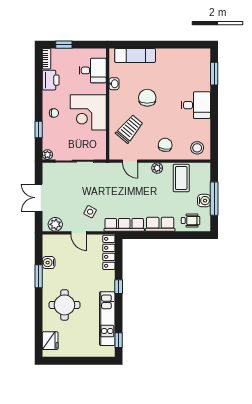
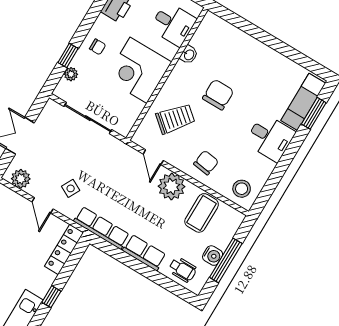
exam couch: (135, 55) -> (303, 102), moved, turned 90
plant: (47, 155) -> (71, 74), moved
plant: (157, 168) -> (172, 186), width x1.87, depth x1.87

